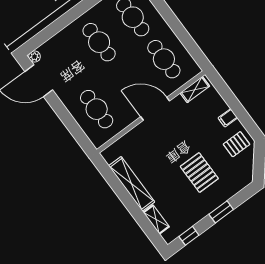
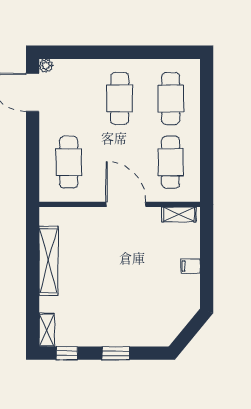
pallet: (237, 144) -> (180, 298), removed
pallet: (199, 173) -> (123, 299), removed
shelving: (156, 220) -> (47, 330), moved

